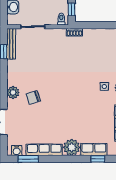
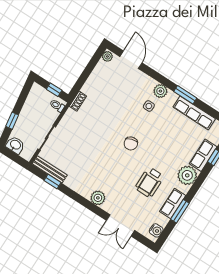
chair: (33, 97) -> (131, 143), moved
wheelchair: (49, 123) -> (149, 182), added
row of seats: (44, 150) -> (173, 203), width x0.68
window: (28, 159) -> (180, 211), moved

